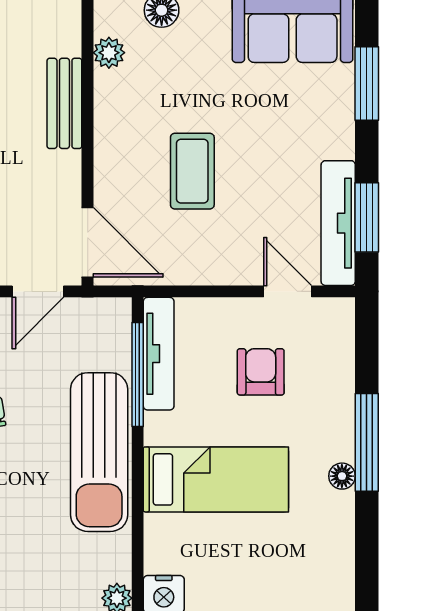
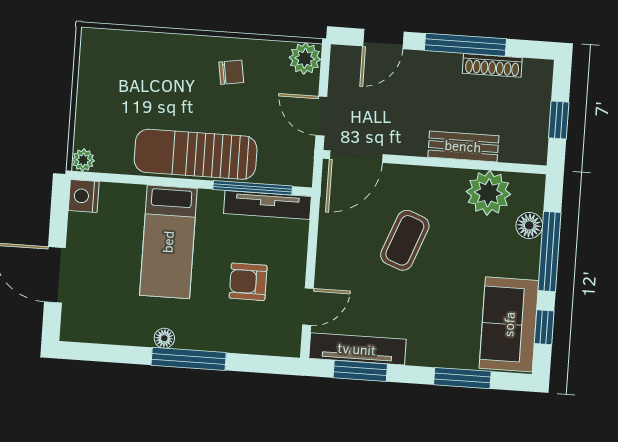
plant: (109, 53) -> (488, 193), width x1.88, depth x1.88
coffee table: (192, 171) -> (405, 240), turned -69
armchair: (261, 372) -> (248, 282), turned 180

